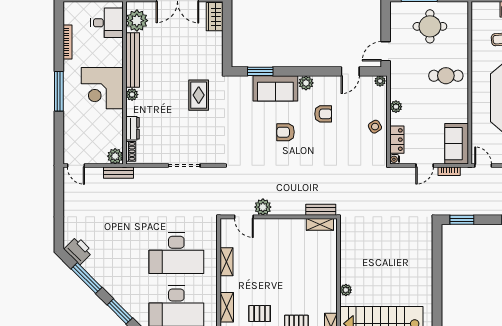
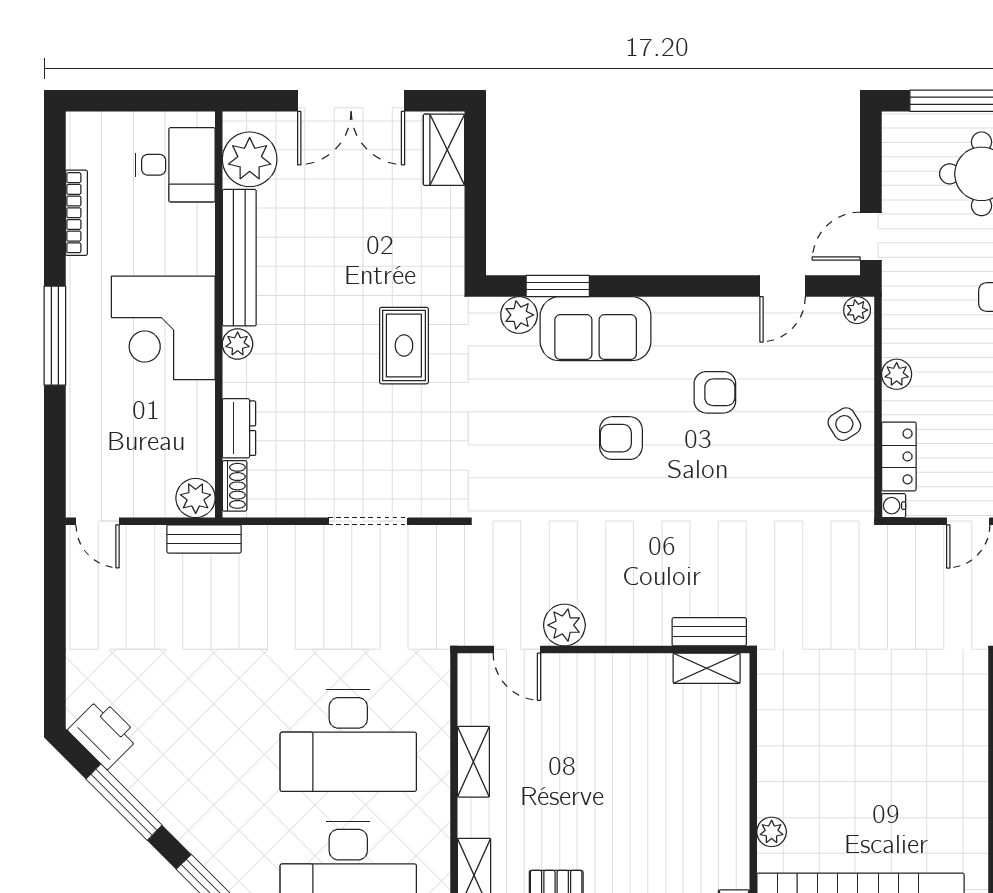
plant: (306, 83) -> (519, 315), moved

